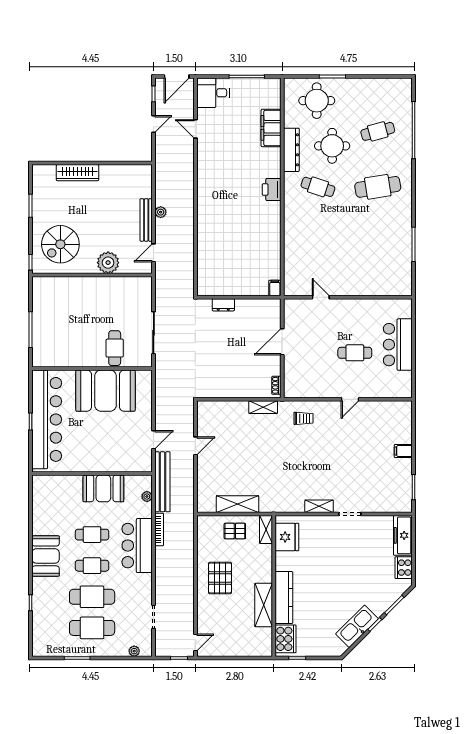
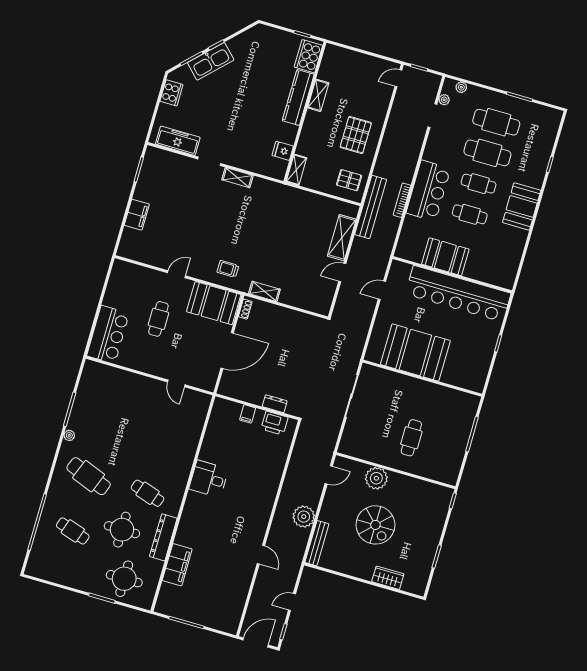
desk: (213, 93) -> (209, 479), moved, turned 180
door: (195, 129) -> (261, 555), moved
cafe table: (378, 131) -> (73, 531), turned 33
wardrobe: (77, 173) -> (388, 578), width x0.67
cafe table: (378, 187) -> (89, 476), turned 30
printer: (272, 189) -> (275, 423), moved, turned 90
plant: (161, 212) -> (304, 517), width x1.88, depth x1.88
bench: (146, 220) -> (317, 543), moved
plant: (407, 220) -> (69, 435), added
spiral stairs: (60, 244) -> (375, 525), moved, turned 90
filing cabinet: (275, 288) -> (248, 414), moved
door: (282, 342) -> (227, 351), width x1.36
bar counter: (398, 345) -> (108, 335), moved
cafe table: (115, 348) -> (411, 438), moved
cafe table: (355, 353) -> (158, 319), turned 90
booth: (307, 382) -> (214, 303), added
bar counter: (47, 419) -> (458, 294), moved, turned -90
filing cabinet: (403, 451) -> (137, 215), width x2.00
bench: (162, 482) -> (371, 207), moved
plant: (147, 497) -> (444, 100), moved
shelving: (238, 504) -> (342, 238), moved, turned 90
pallet: (235, 531) -> (349, 180), moved
freezer: (403, 535) -> (178, 141), moved, turned -90
fridge: (287, 537) -> (283, 151), width x0.53, depth x0.75
shelving: (264, 605) -> (318, 95), width x0.67, depth x0.75
kitchen sink: (357, 626) -> (211, 61), moved

